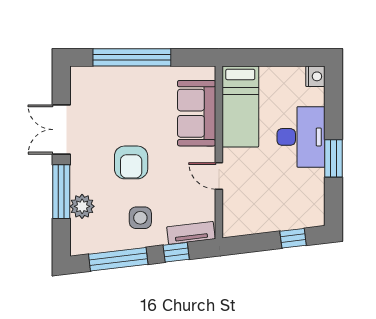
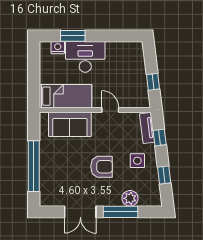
nightstand: (315, 76) -> (58, 48), moved
window: (334, 158) -> (73, 36), moved
door: (219, 176) -> (110, 110), swing flipped
window: (293, 238) -> (153, 82), moved
window: (118, 259) -> (164, 175), width x0.46

